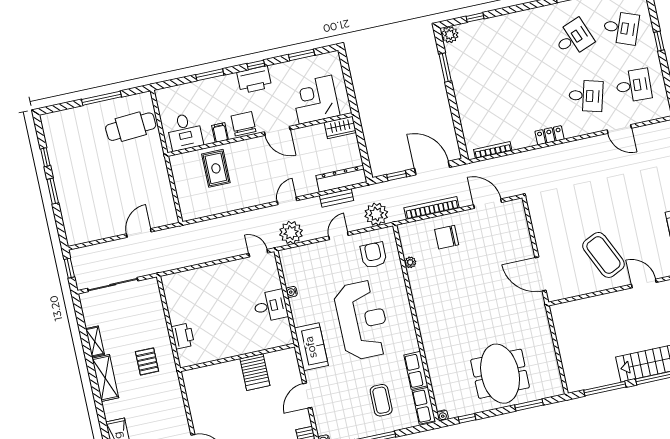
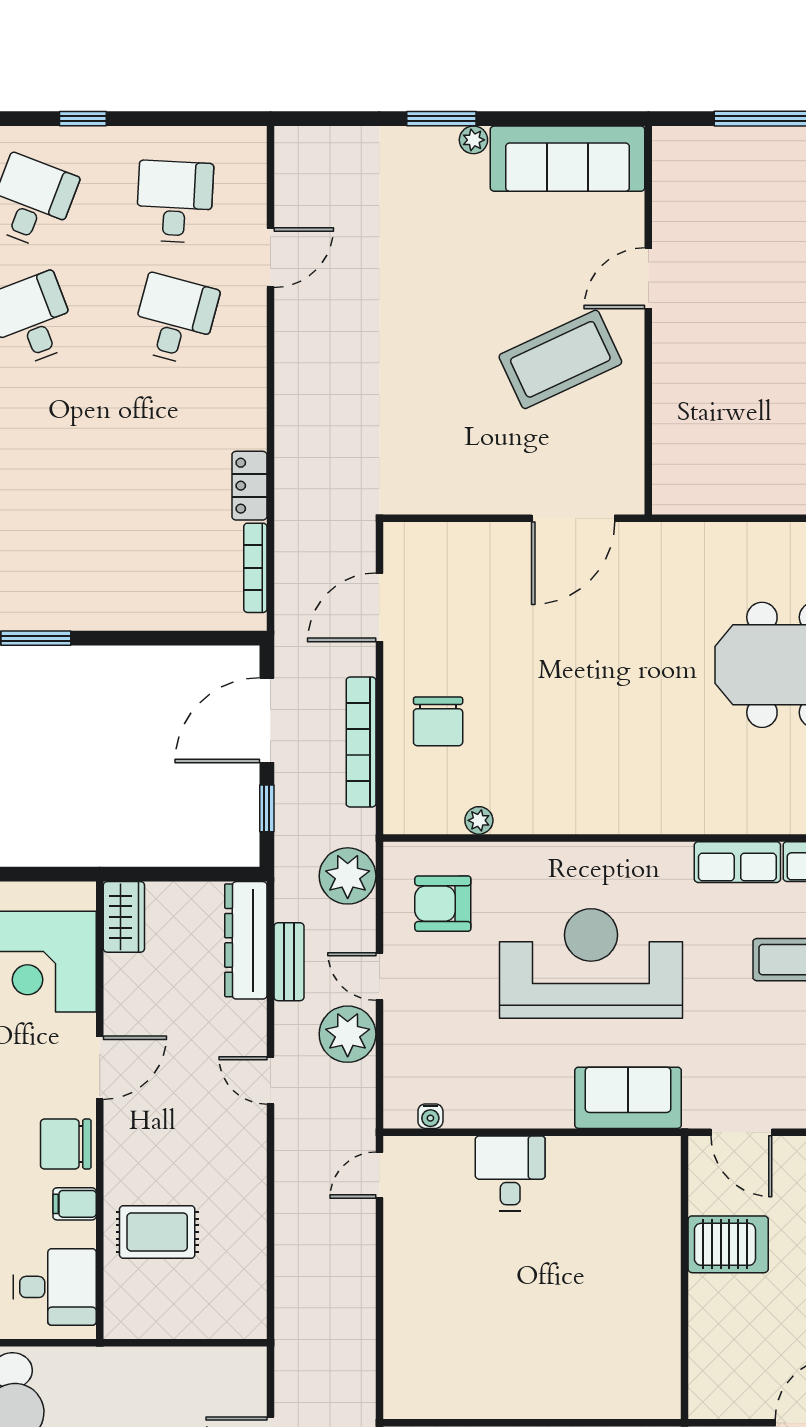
locker: (550, 135) -> (249, 486), moved
plant: (291, 233) -> (348, 1034), moved
water cooler: (292, 292) -> (430, 1116), moved
printer: (183, 336) -> (537, 1396), removed
wall: (238, 357) -> (685, 1277), moved
server rack: (255, 372) -> (728, 1244), moved

